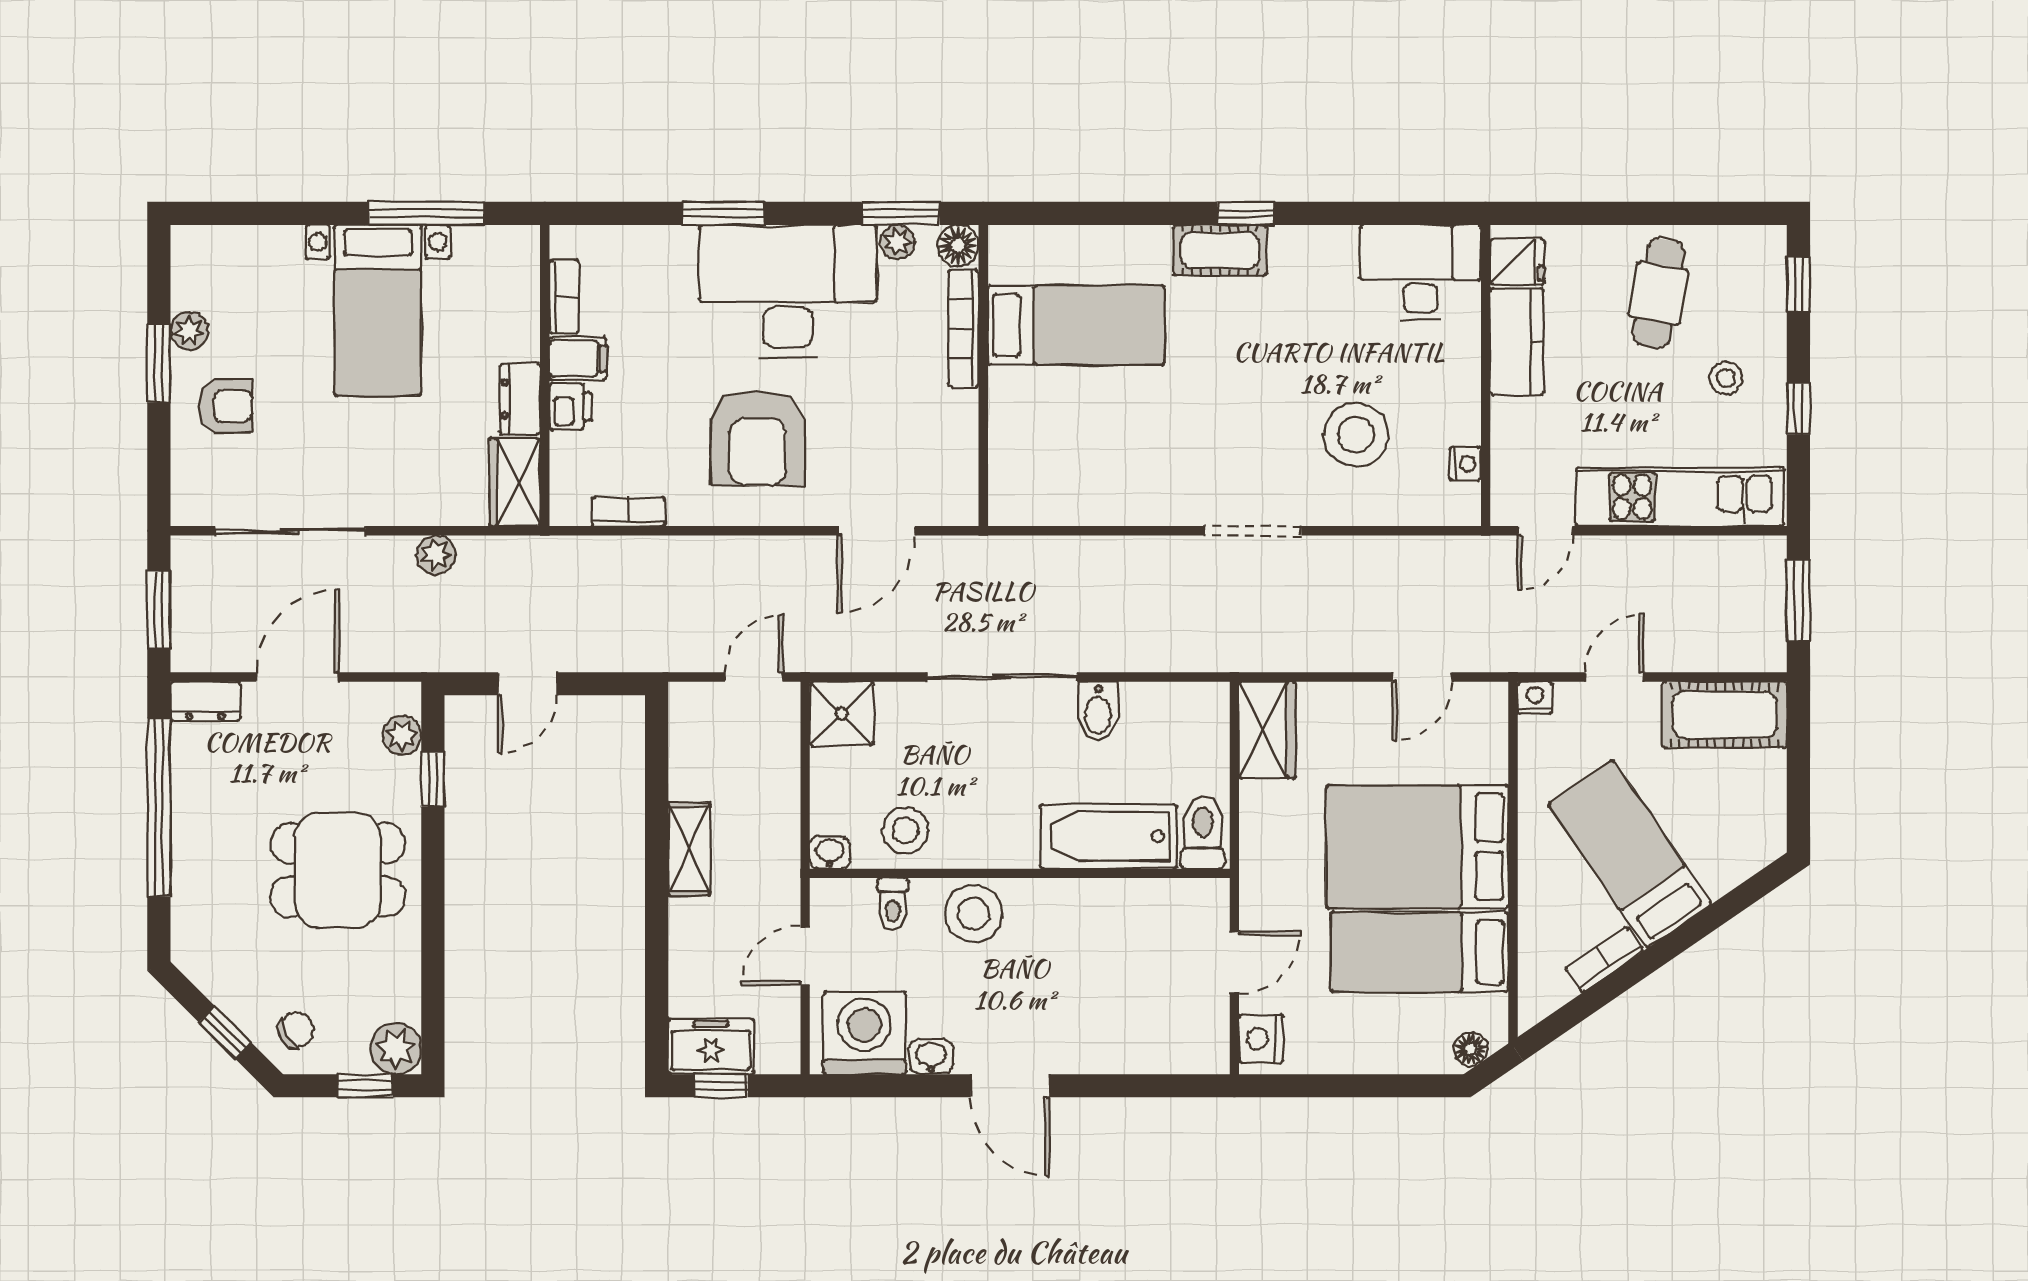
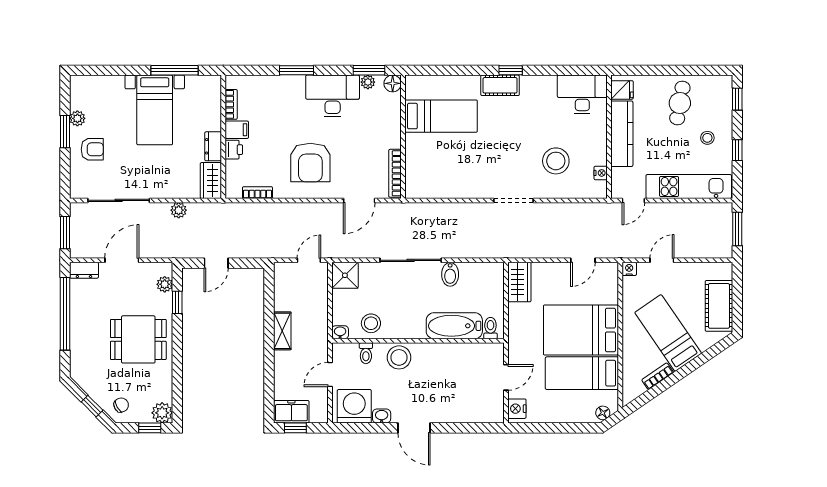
desk: (788, 291) -> (333, 96), width x0.73, depth x0.77
bookcase: (964, 329) -> (395, 173), moved
kitchen counter: (1517, 341) -> (622, 134), width x1.50
cot: (1725, 715) -> (719, 306), moved, turned 90
toilet: (1203, 832) -> (490, 328), width x0.73, depth x0.72

